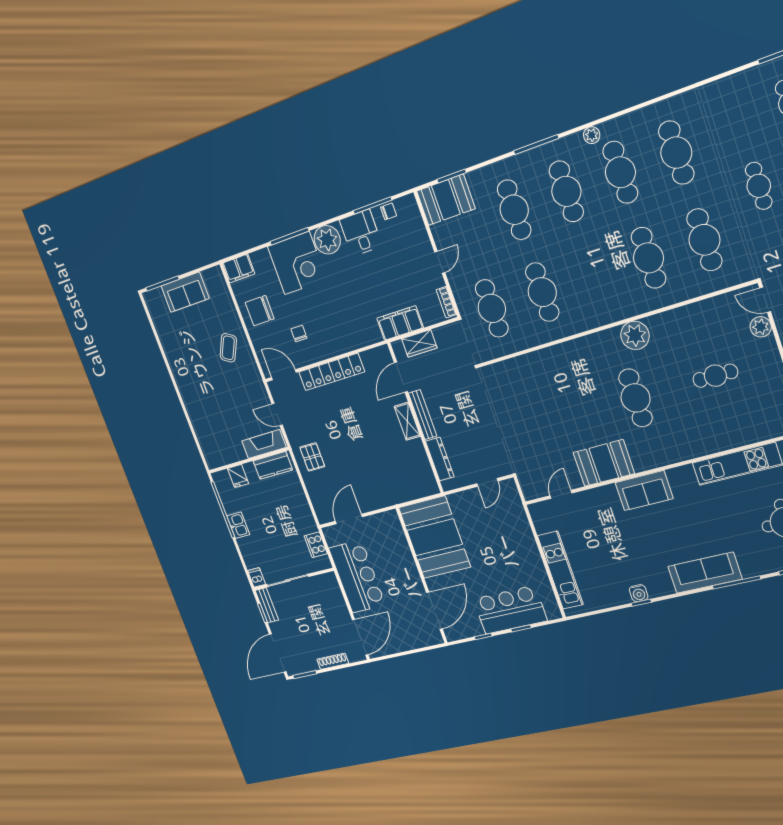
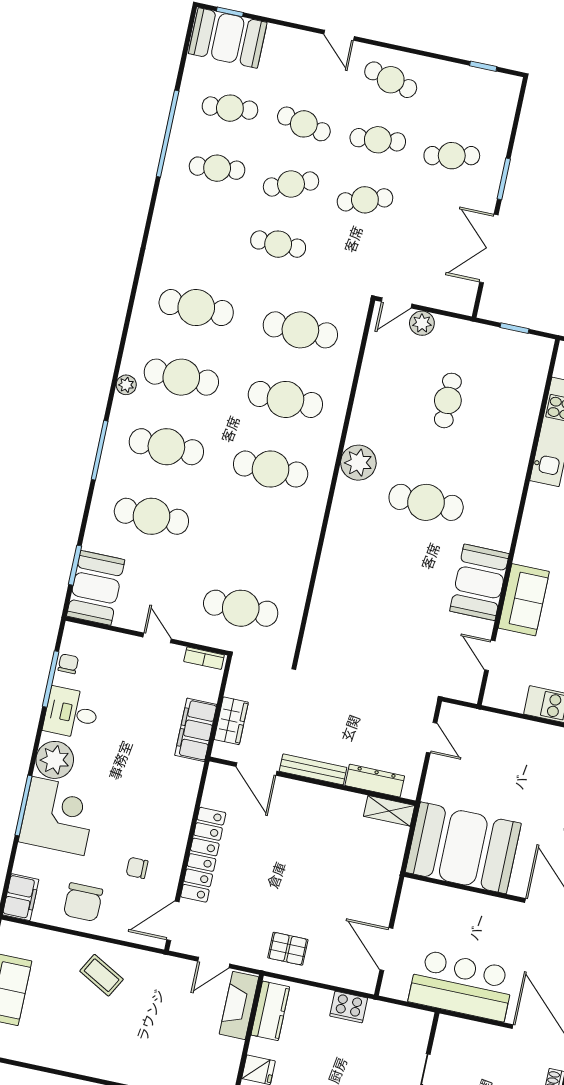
cafe table: (542, 292) -> (271, 469), moved
shelving: (407, 421) -> (389, 811), moved
sofa: (644, 491) -> (524, 600), moved
cooker: (316, 545) -> (349, 1007), moved

